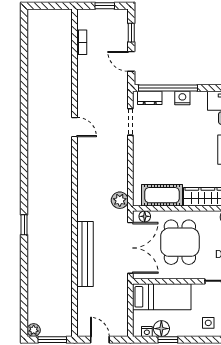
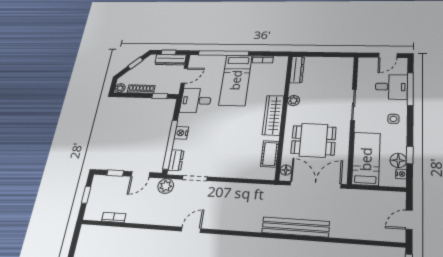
cot: (162, 195) -> (270, 154), width x0.73, depth x0.75
plant: (120, 200) -> (166, 186), moved
bench: (85, 254) -> (295, 227), moved

